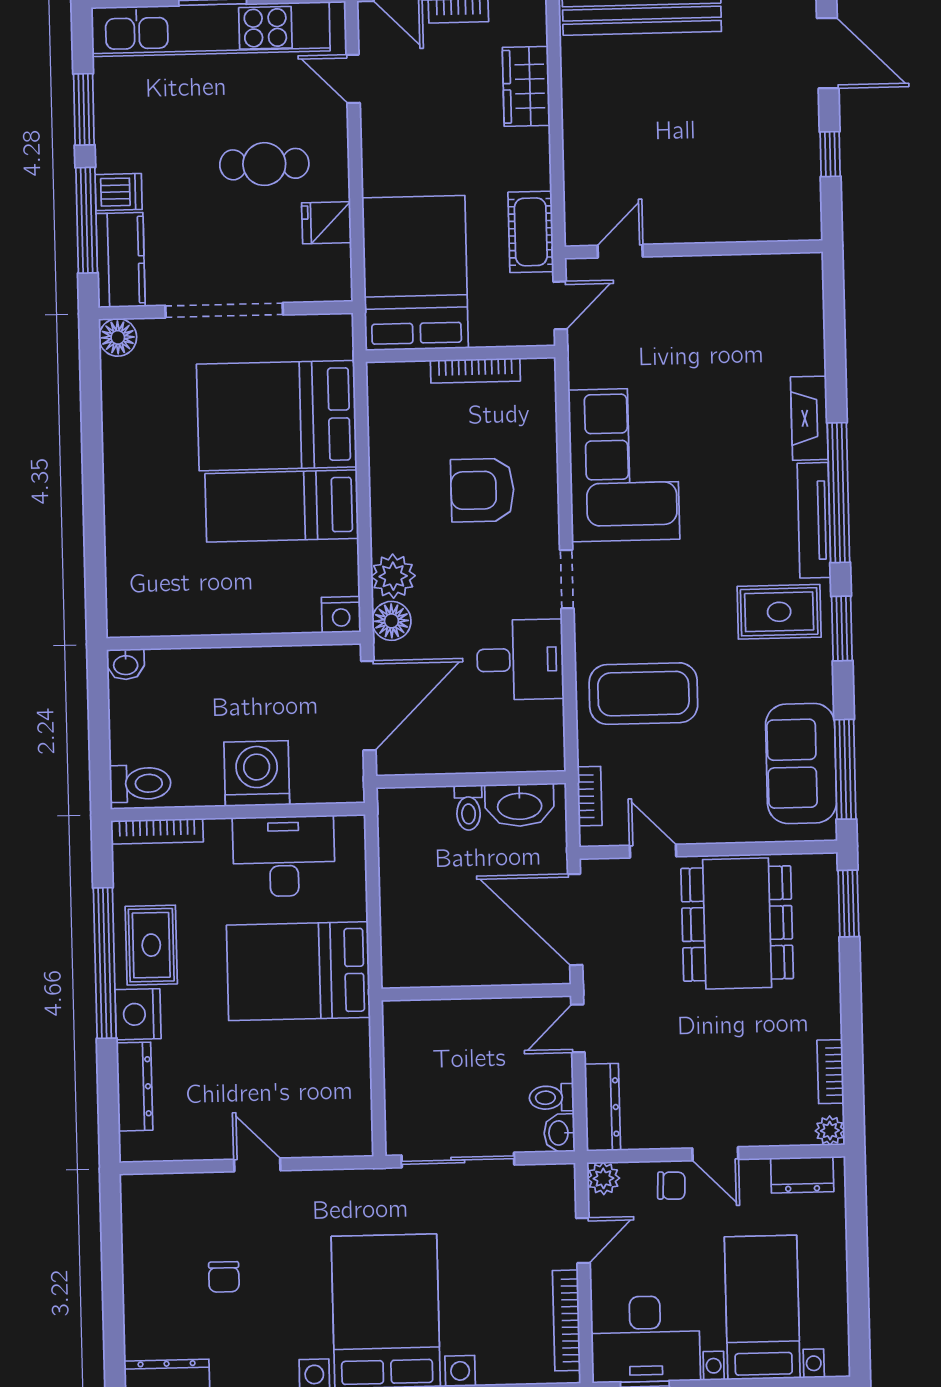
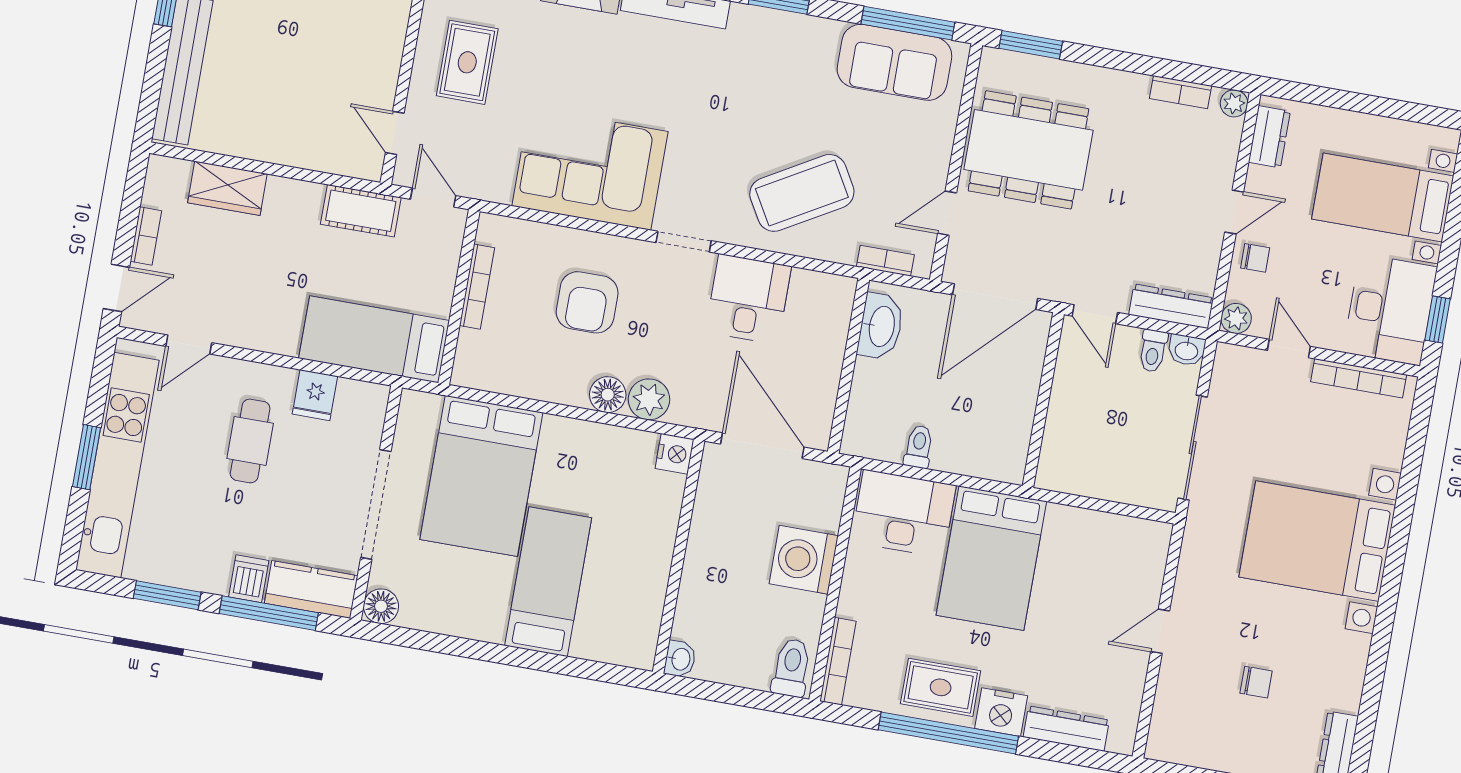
bed: (415, 273) -> (374, 339), width x0.67
bed: (282, 506) -> (548, 582), moved, turned 180
rug: (779, 612) -> (467, 62), moved
floor lamp: (391, 621) -> (608, 395), moved
coffee table: (643, 694) -> (802, 193), turned 60
toilet: (468, 808) -> (919, 447), moved, turned -90
desk: (284, 856) -> (904, 513), moved, turned 90
chair: (671, 1186) -> (1255, 258), turned 88

